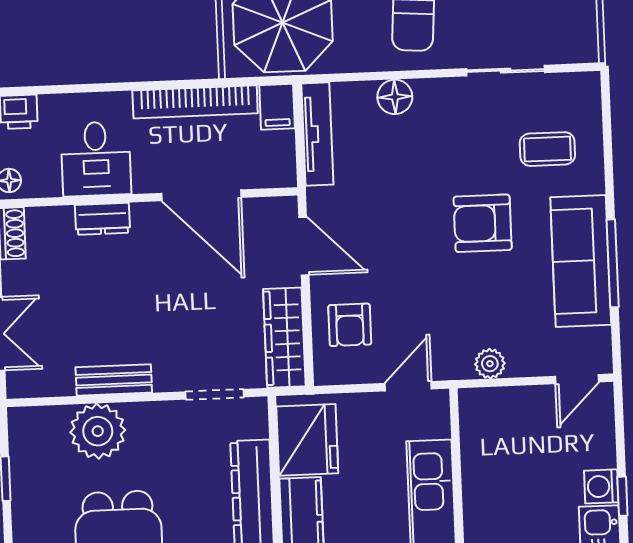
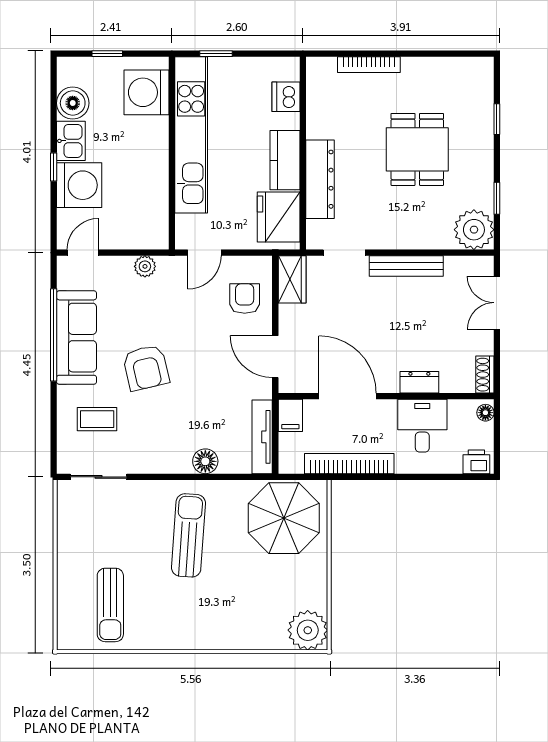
sliding door: (505, 71) -> (99, 477), moved
filing cabinet: (277, 107) -> (290, 415), moved, turned 180
armchair: (483, 223) -> (146, 368), turned 77
window: (613, 263) -> (54, 335), width x1.46
wardrobe: (284, 338) -> (292, 279), width x0.67
bench: (114, 380) -> (406, 266), width x1.36
plant: (98, 431) -> (474, 230), moved
washing machine: (601, 486) -> (79, 185), width x1.89, depth x1.89

